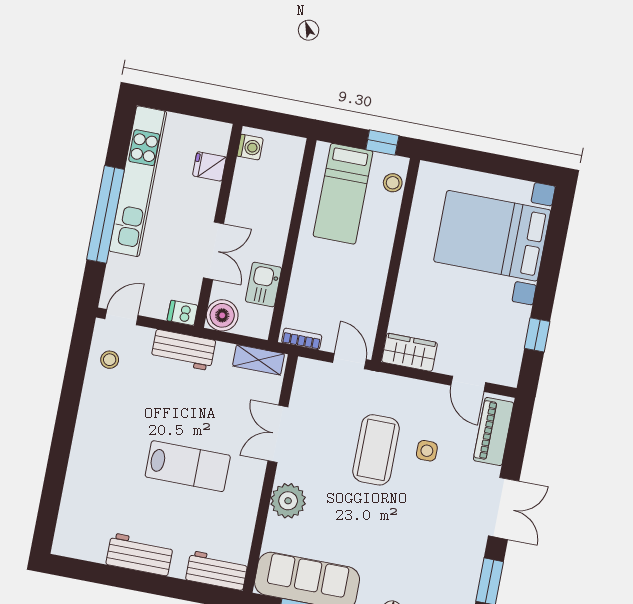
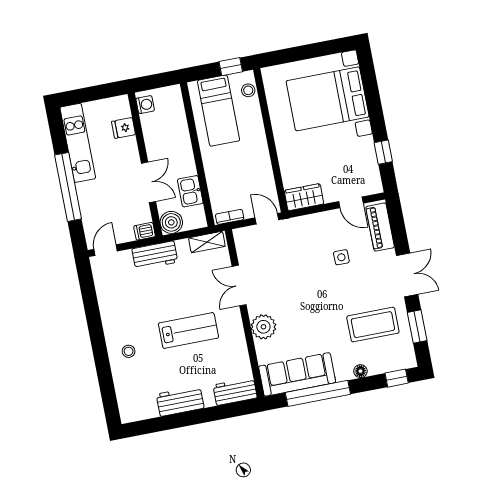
kitchen unit: (138, 181) -> (78, 143), width x0.73
stool: (110, 360) -> (129, 351), moved
coffee table: (376, 450) -> (373, 325), moved, turned 90

